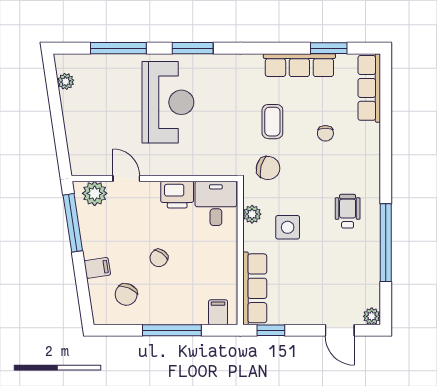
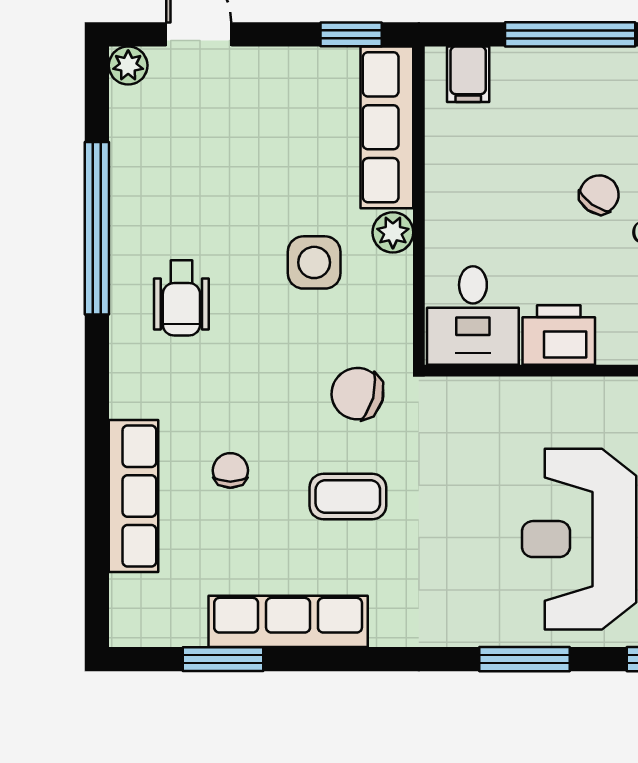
row of seats: (369, 88) -> (134, 496), moved
coffee table: (272, 122) -> (348, 496), turned 90
plant: (252, 214) -> (393, 232), moved

